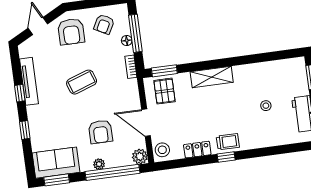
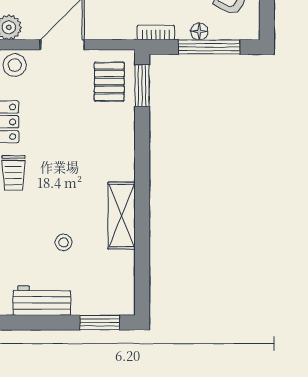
shelving: (212, 77) -> (122, 216), moved
pallet: (165, 91) -> (109, 82), turned 90

